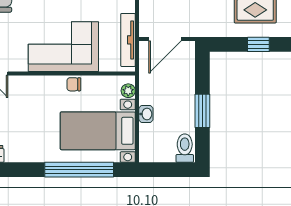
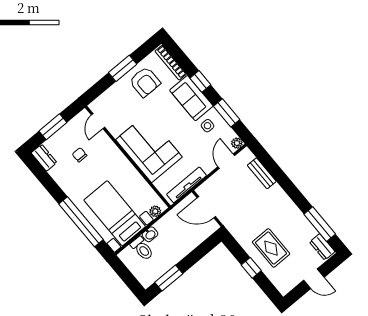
chair: (74, 84) -> (80, 155), moved
window: (202, 111) -> (169, 278), moved
toilet: (185, 148) -> (142, 249), moved, turned 90

